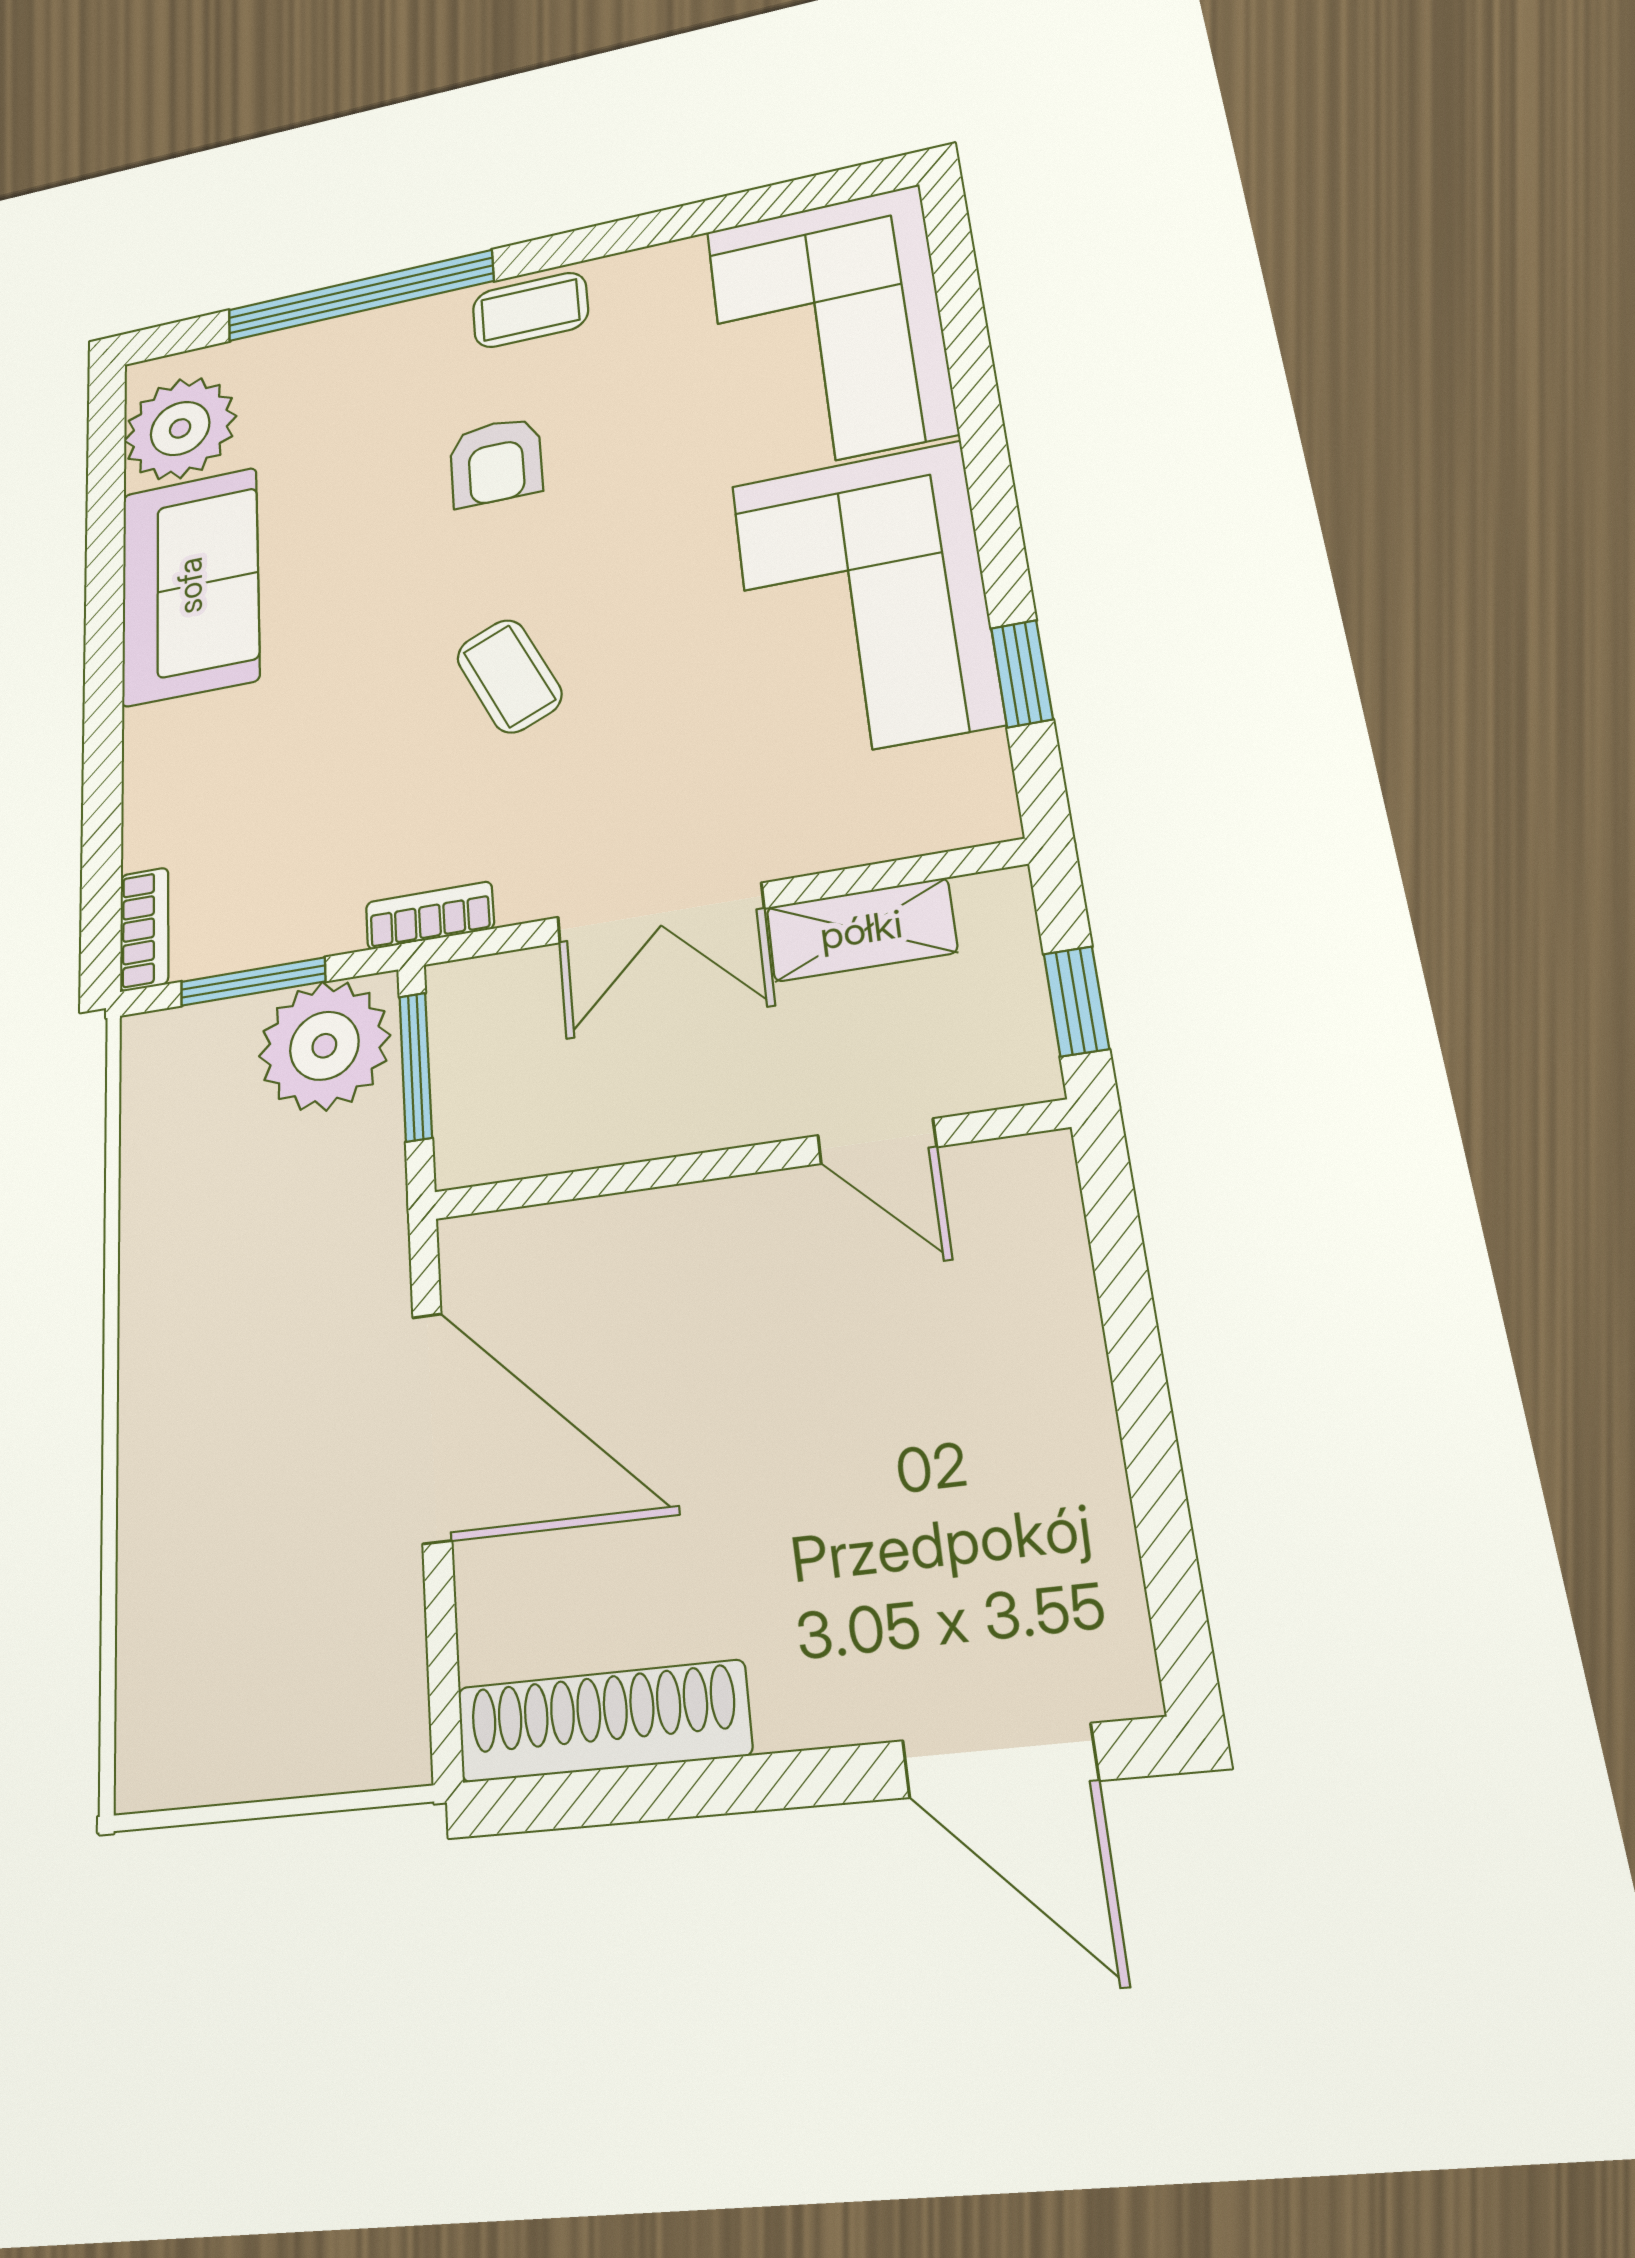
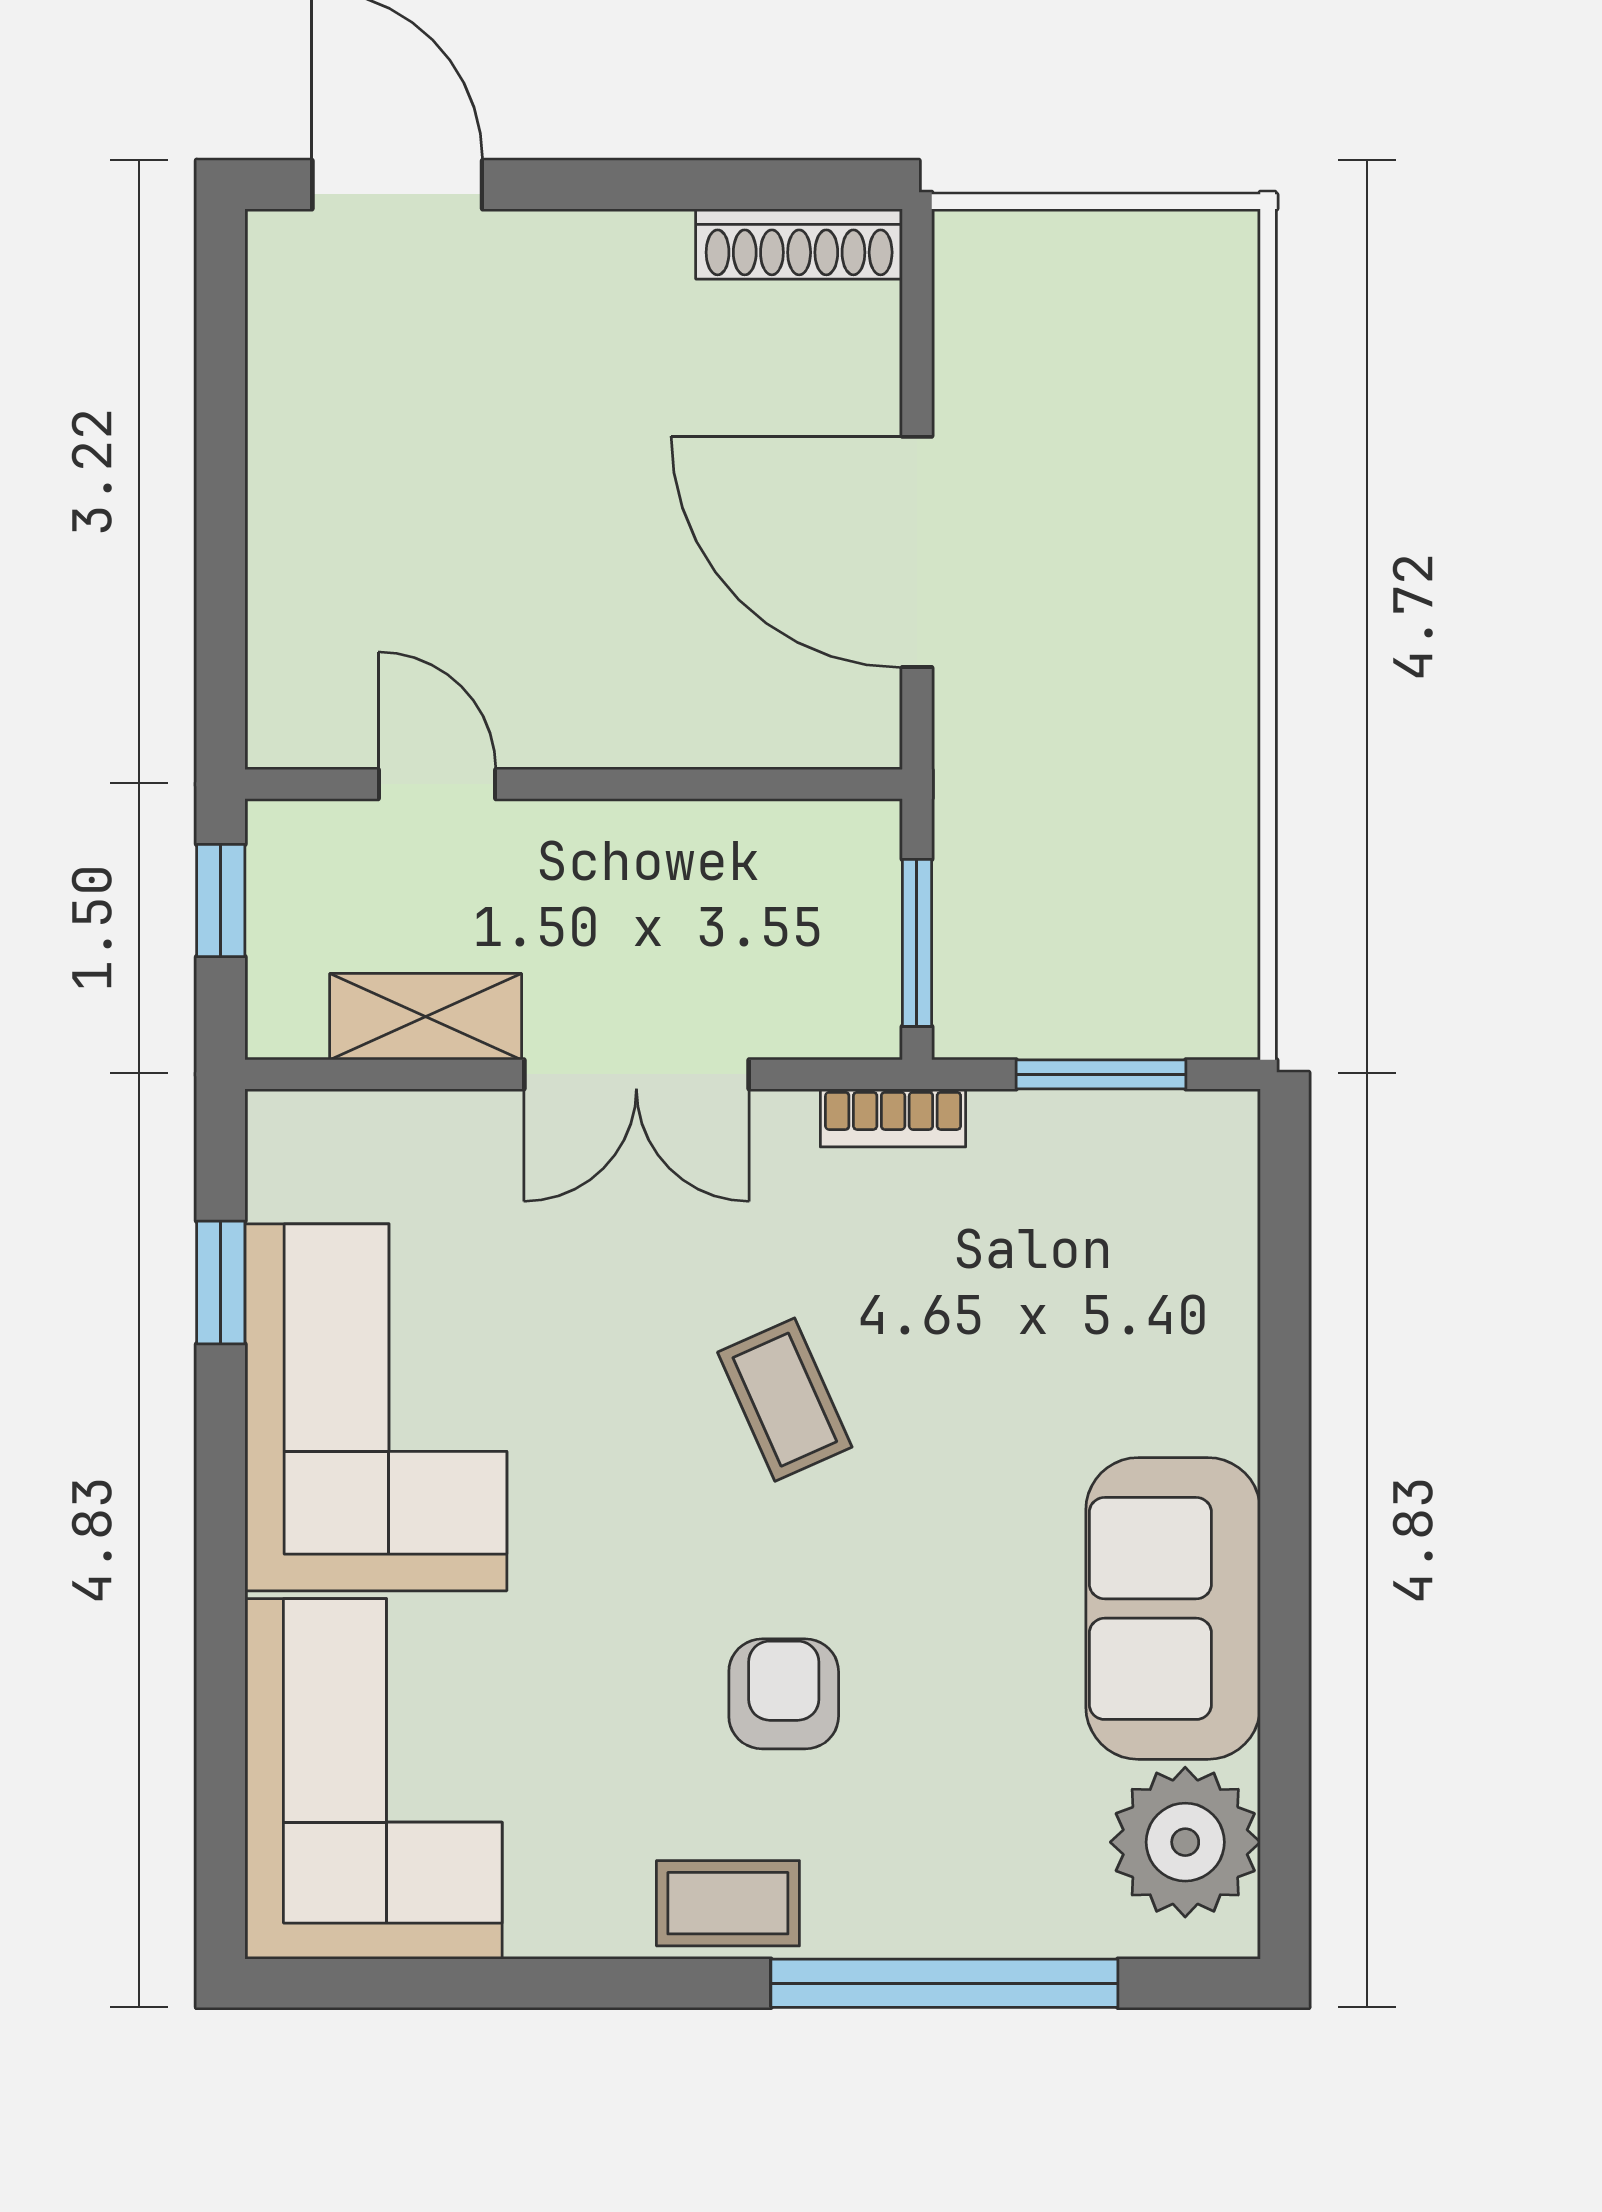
double door: (660, 913) -> (636, 1074), swing flipped
bookcase: (144, 929) -> (1231, 1162), removed
plant: (324, 1046) -> (1019, 984), removed
shoe rack: (603, 1721) -> (799, 244), width x0.74, depth x0.81

